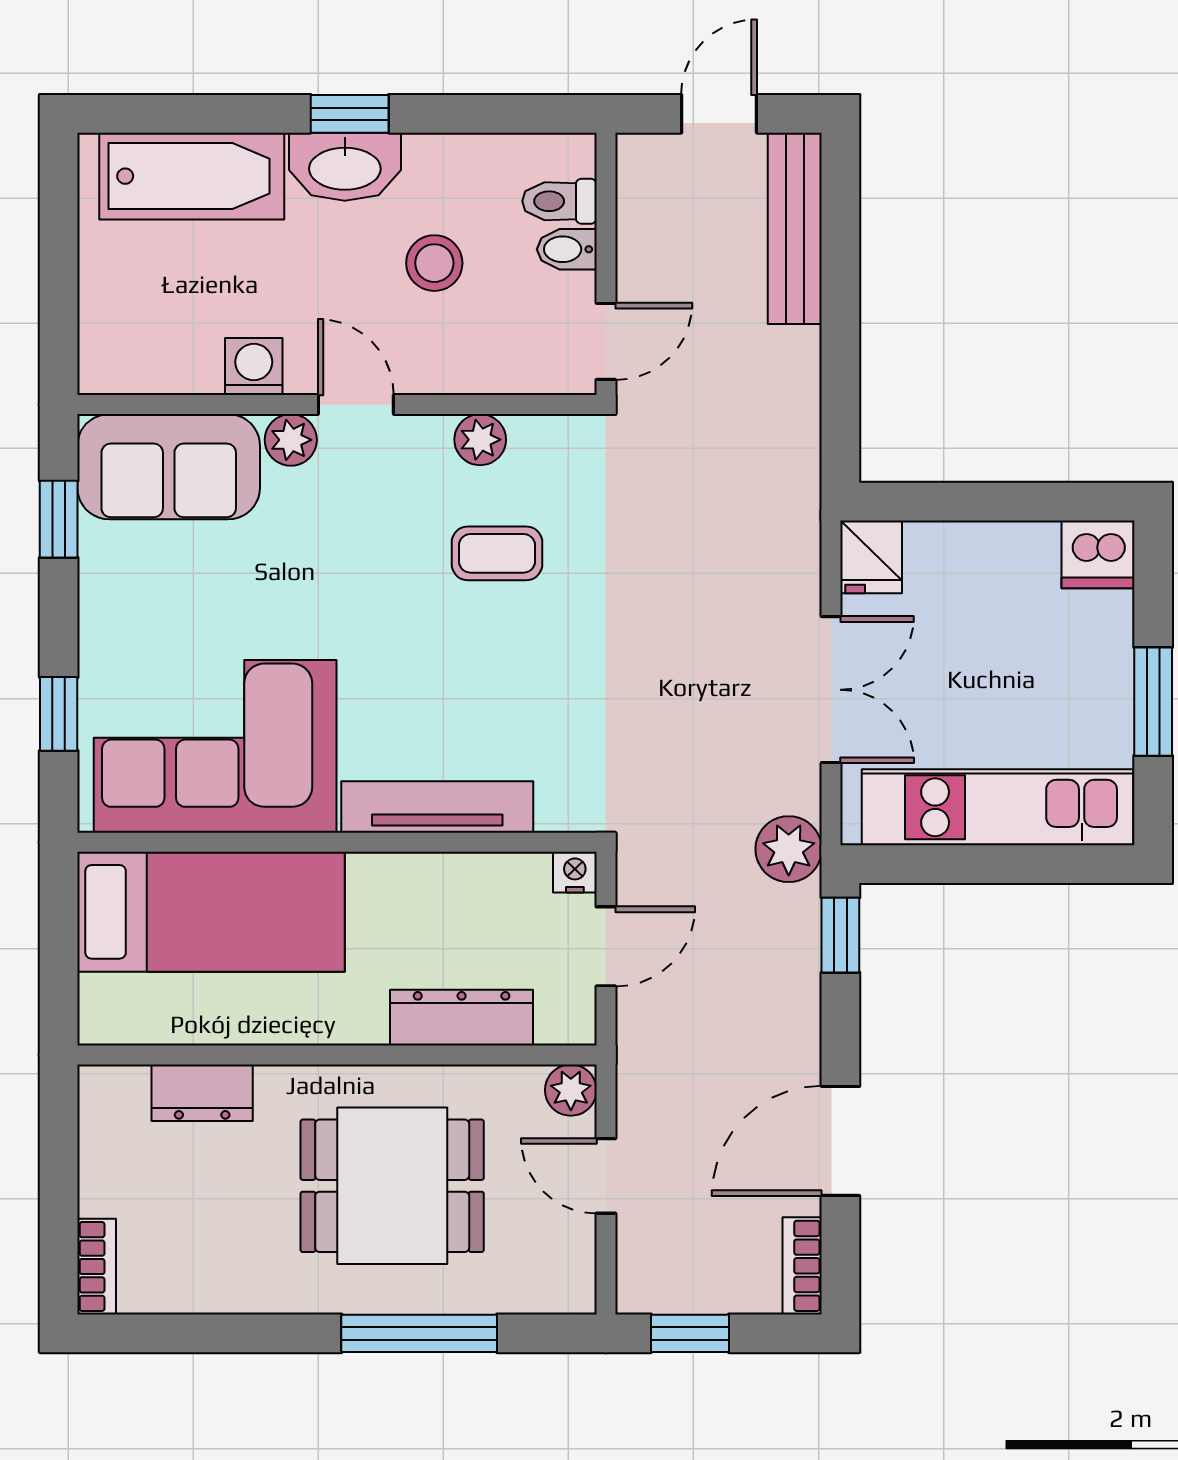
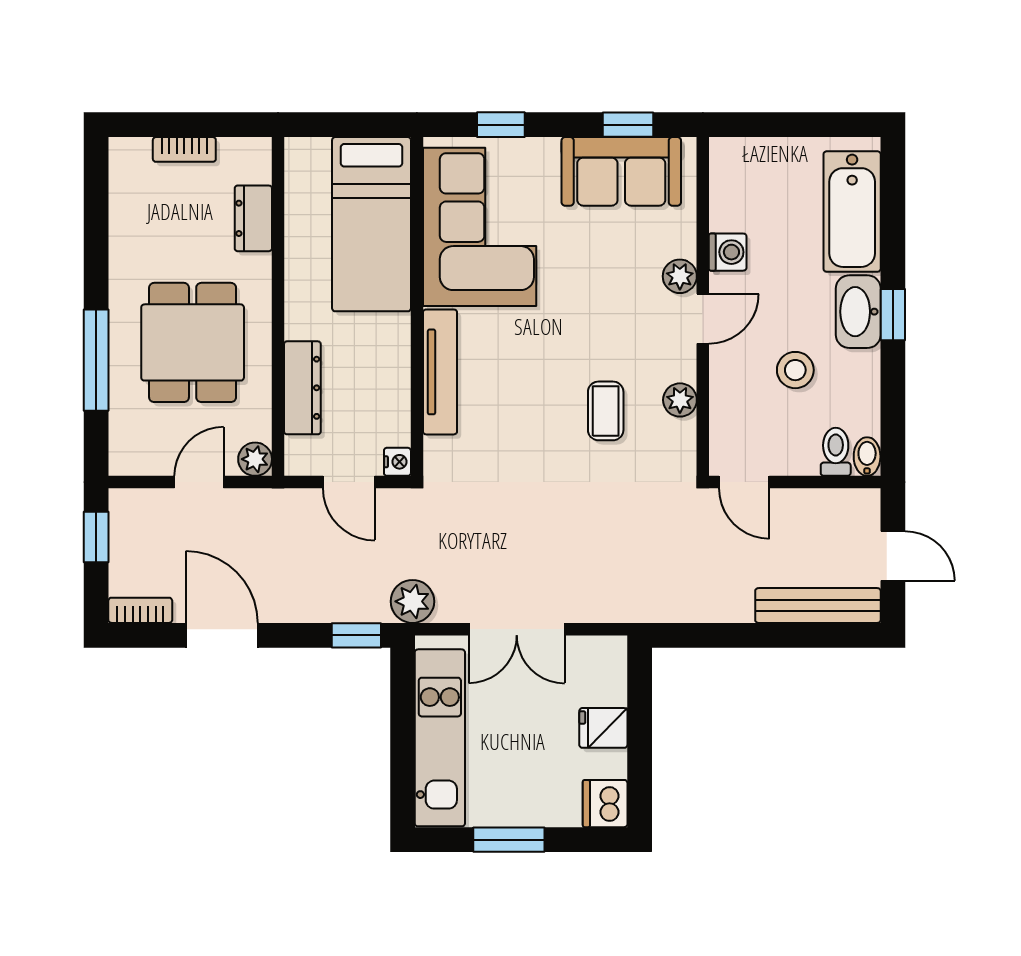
bidet: (567, 249) -> (867, 457), moved
sofa: (169, 467) -> (621, 171), moved, turned -90
fridge: (871, 557) -> (603, 728), moved
bookcase: (97, 1267) -> (184, 149), moved

